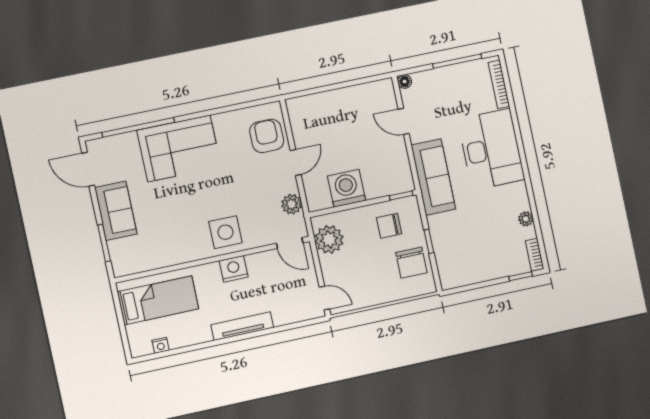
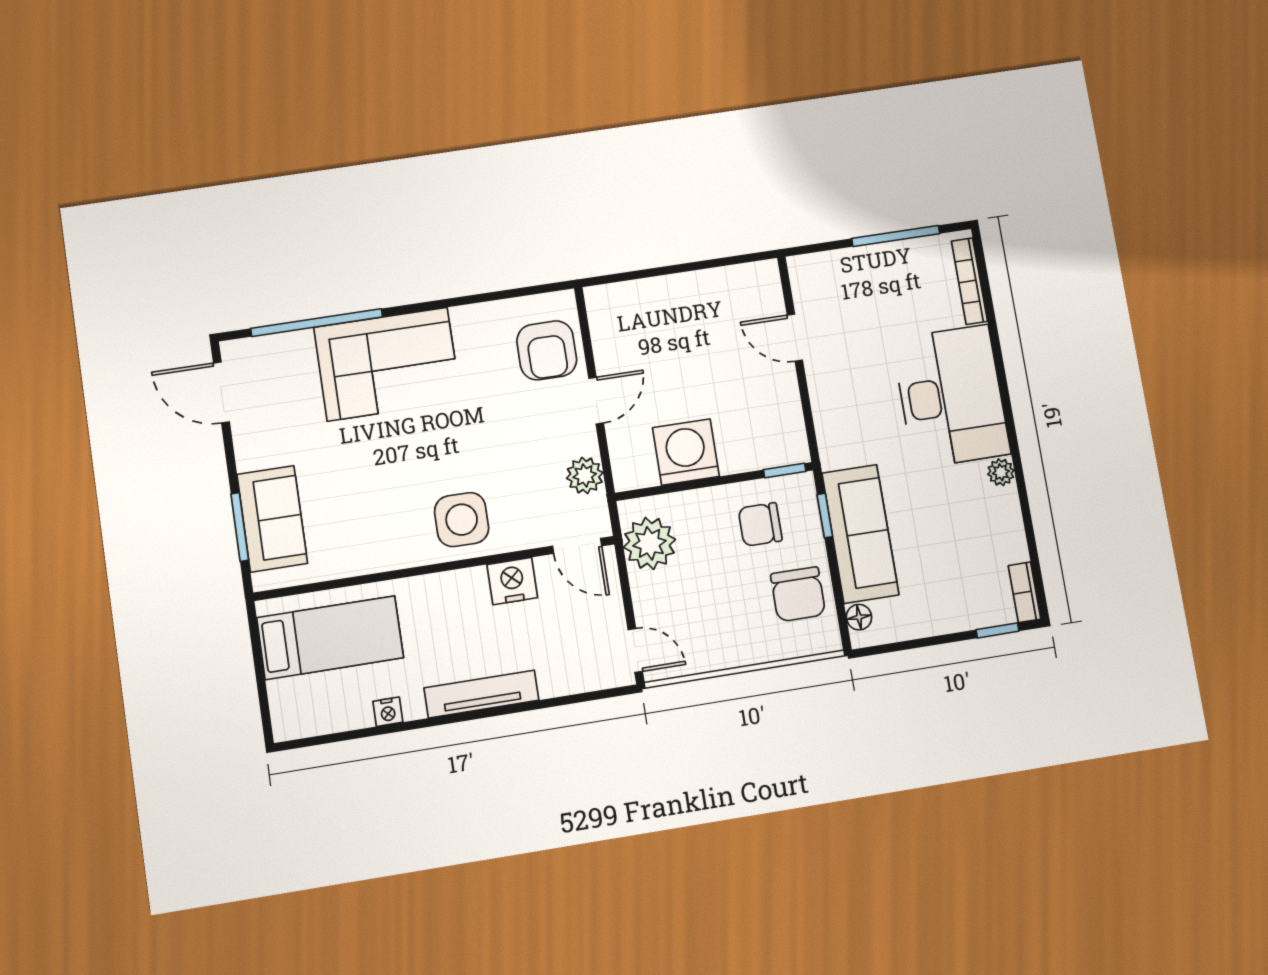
floor lamp: (405, 82) -> (859, 617), moved
armchair: (267, 136) -> (547, 350), turned 180
sofa: (433, 177) -> (860, 534), moved
sofa: (116, 211) -> (272, 519), moved
plant: (526, 219) -> (1001, 472), moved
window: (429, 241) -> (825, 516), moved
nightstand: (234, 269) -> (512, 581), moved
nightstand: (161, 345) -> (388, 712), moved

